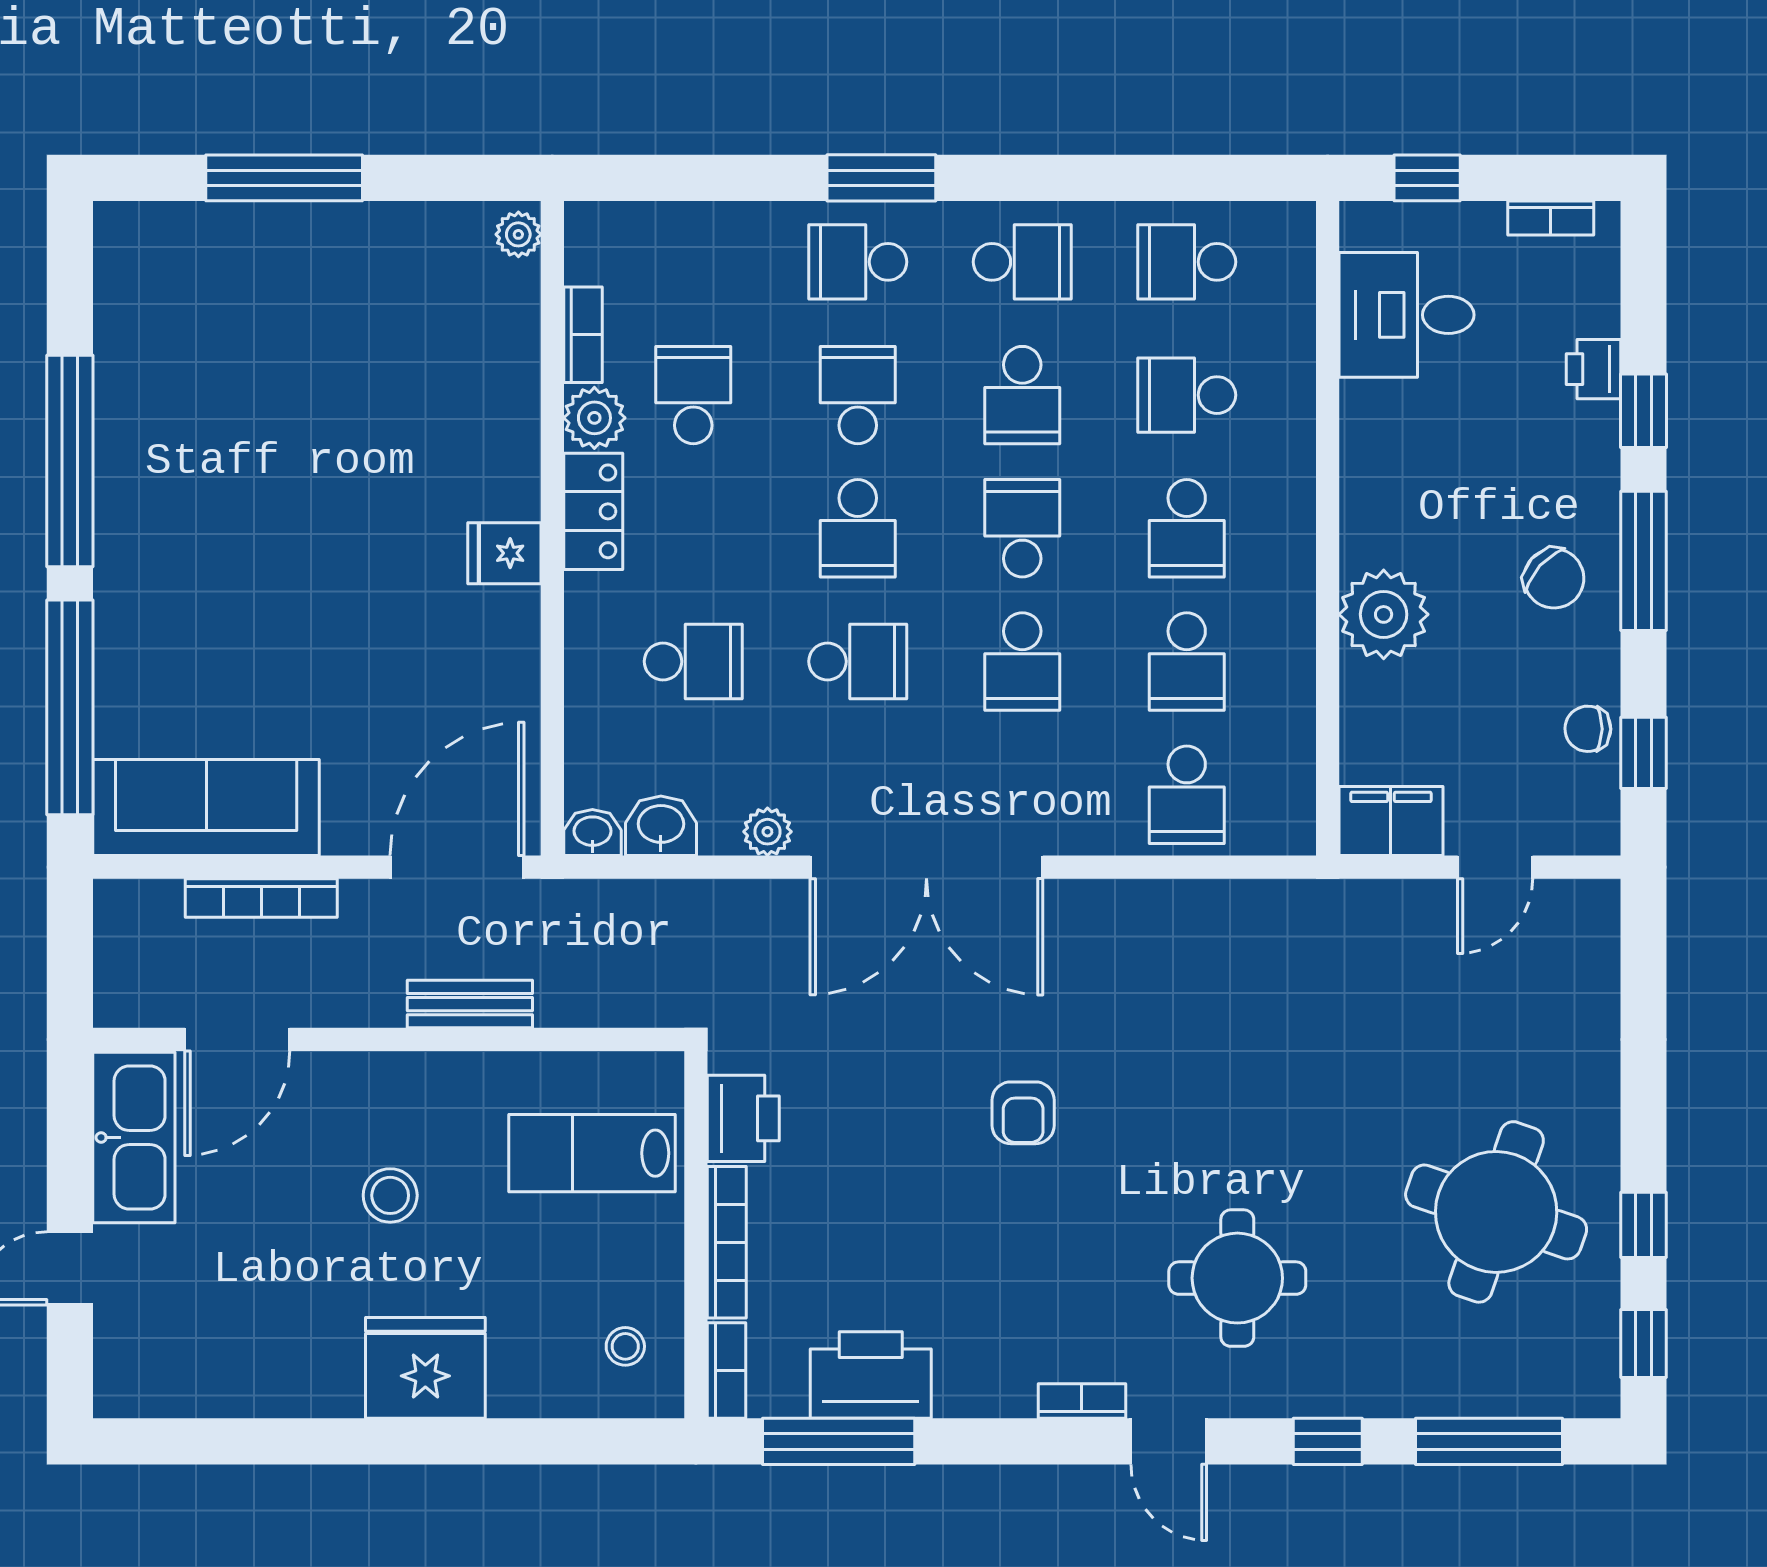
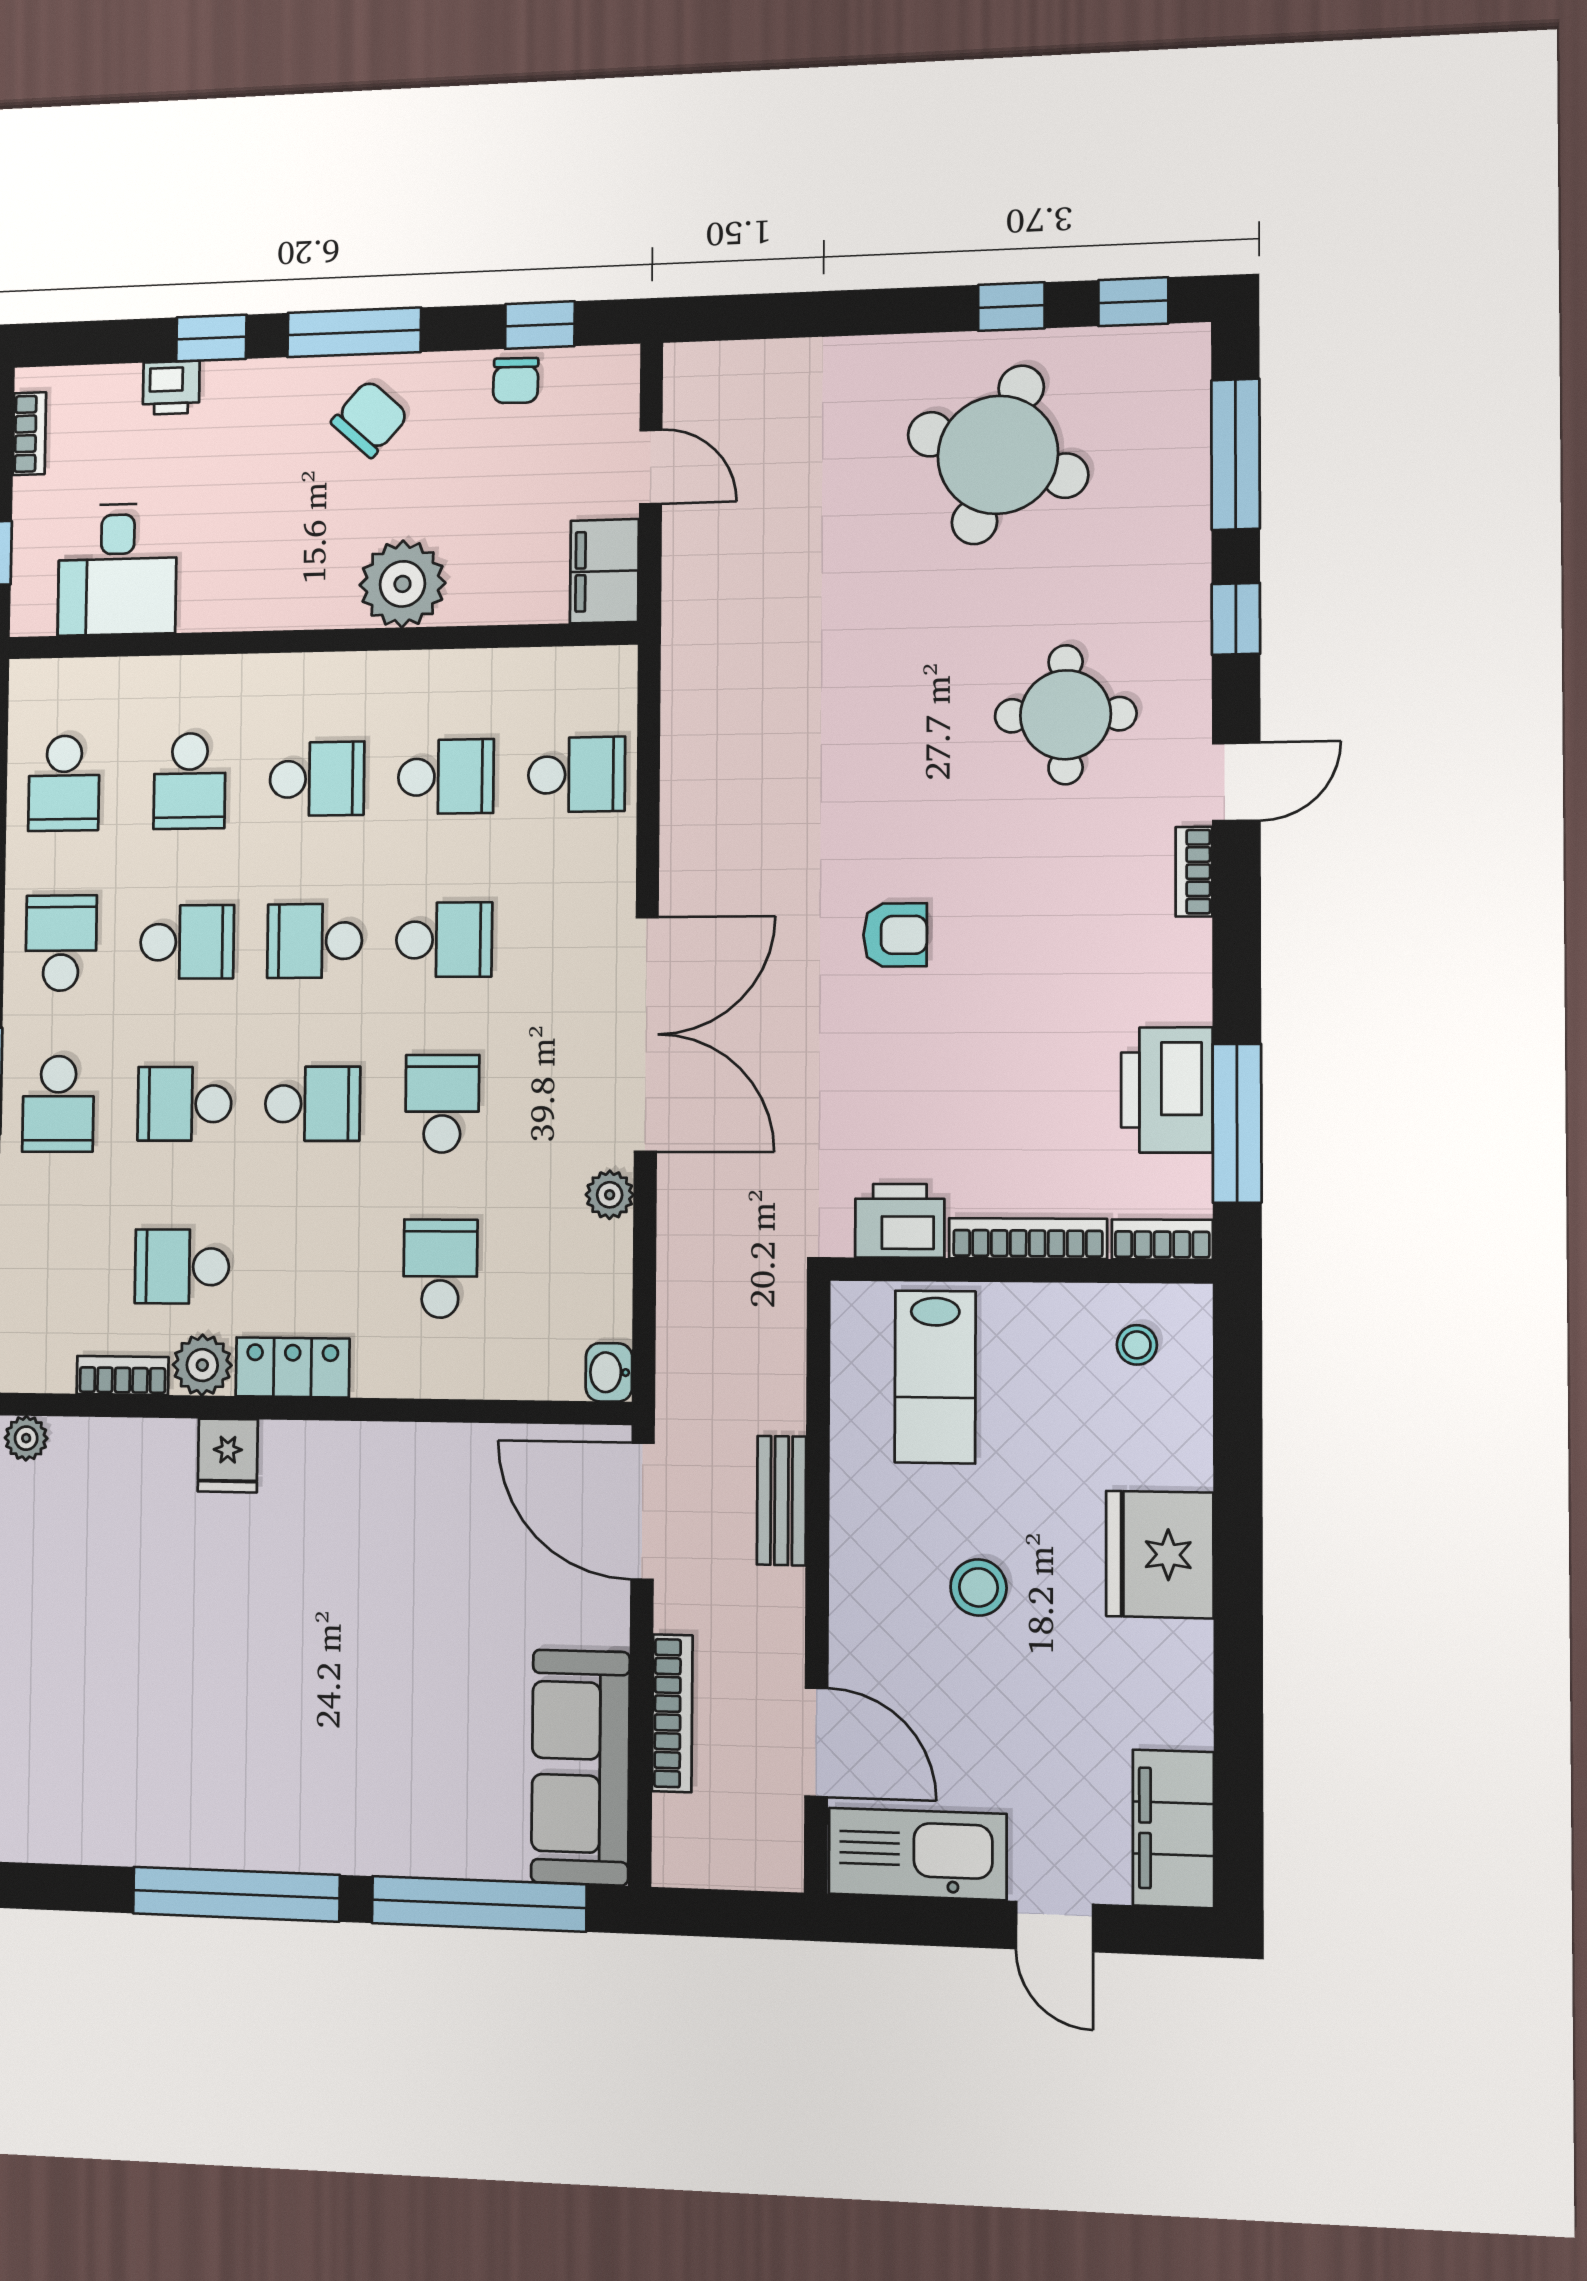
fridge: (504, 553) -> (228, 1455), moved
washbasin: (661, 826) -> (603, 1303), removed
filing cabinet: (166, 1380) -> (1173, 1829), added

